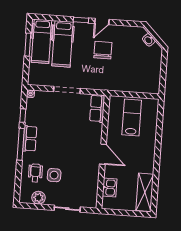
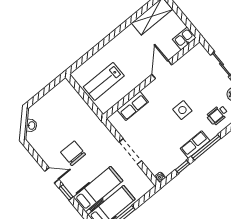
chair: (103, 50) -> (73, 153), turned 90
row of seats: (97, 108) -> (133, 106), moved
door: (103, 154) -> (162, 70), moved
side table: (54, 175) -> (182, 110), moved
kitchen sink: (110, 188) -> (184, 38), moved

